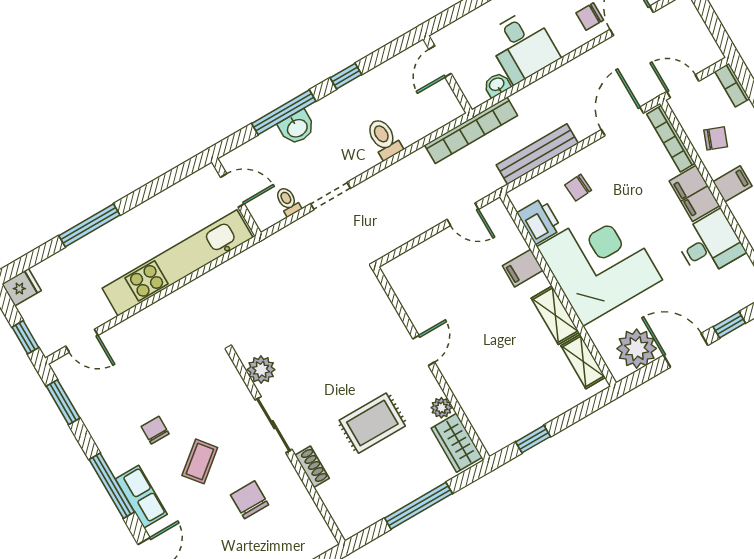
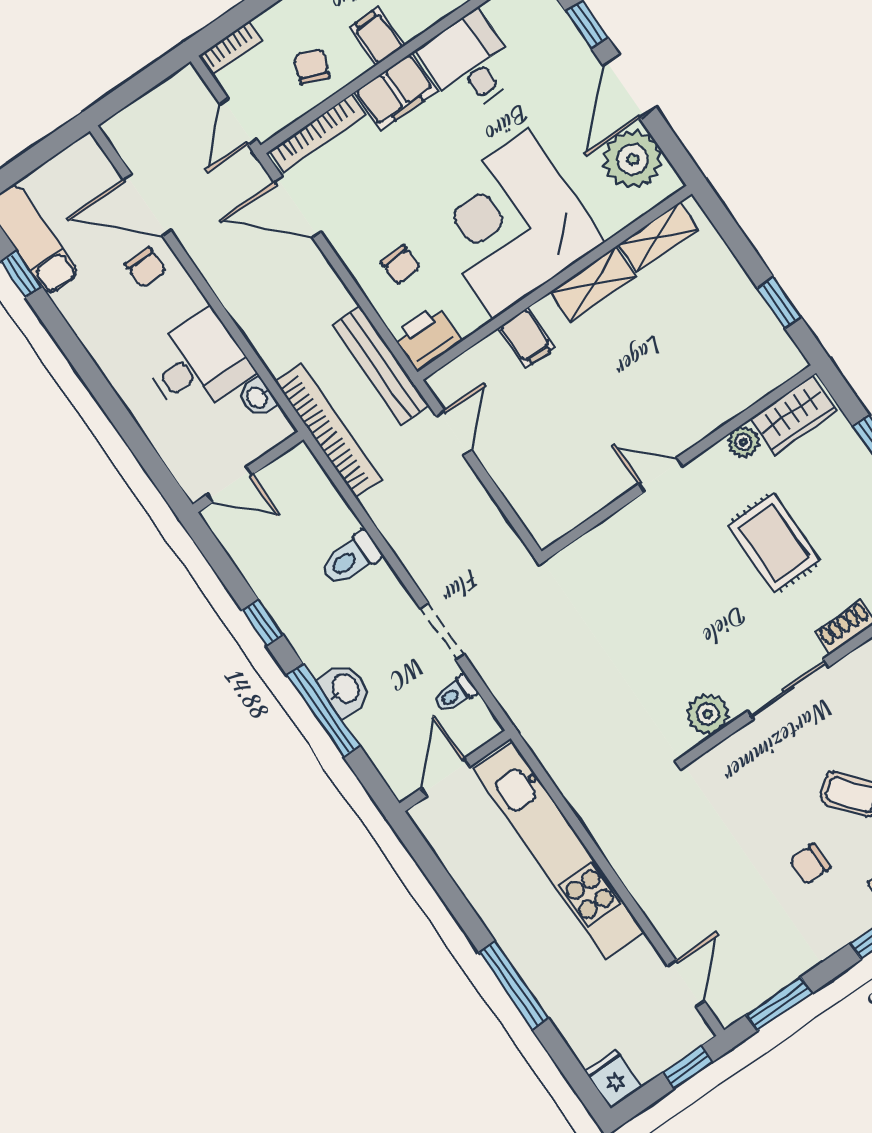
bench: (537, 154) -> (381, 365), moved
printer: (539, 221) -> (427, 338), moved

